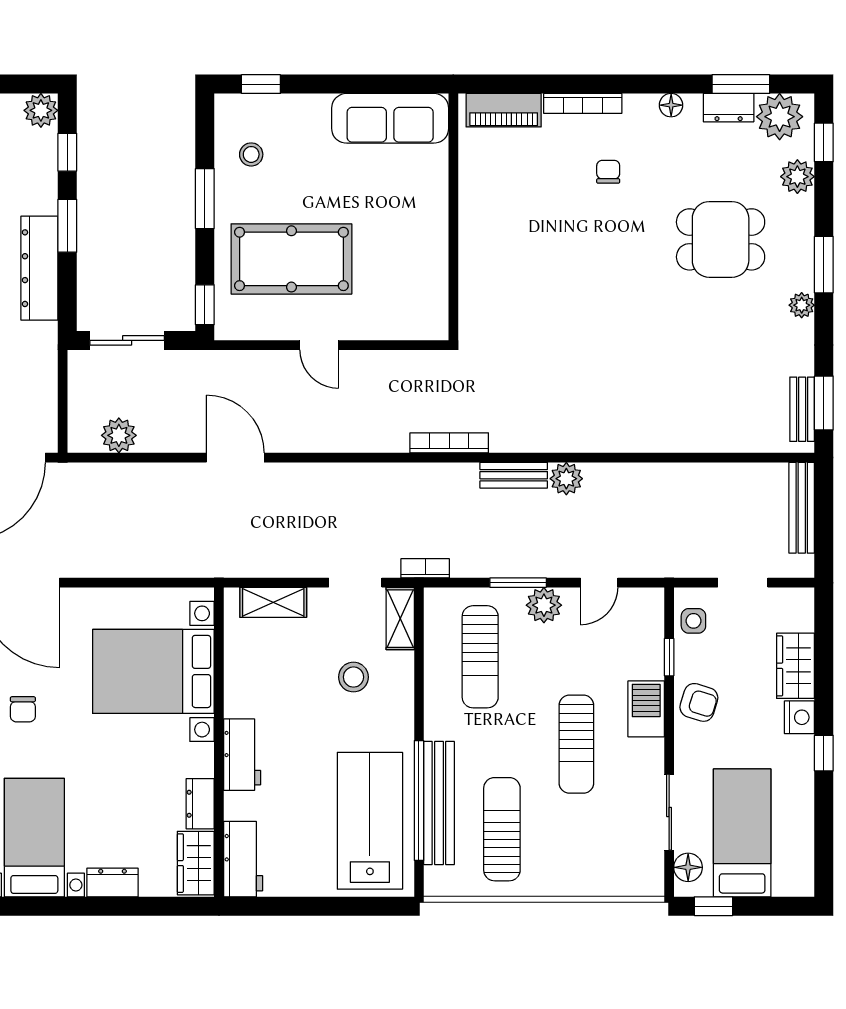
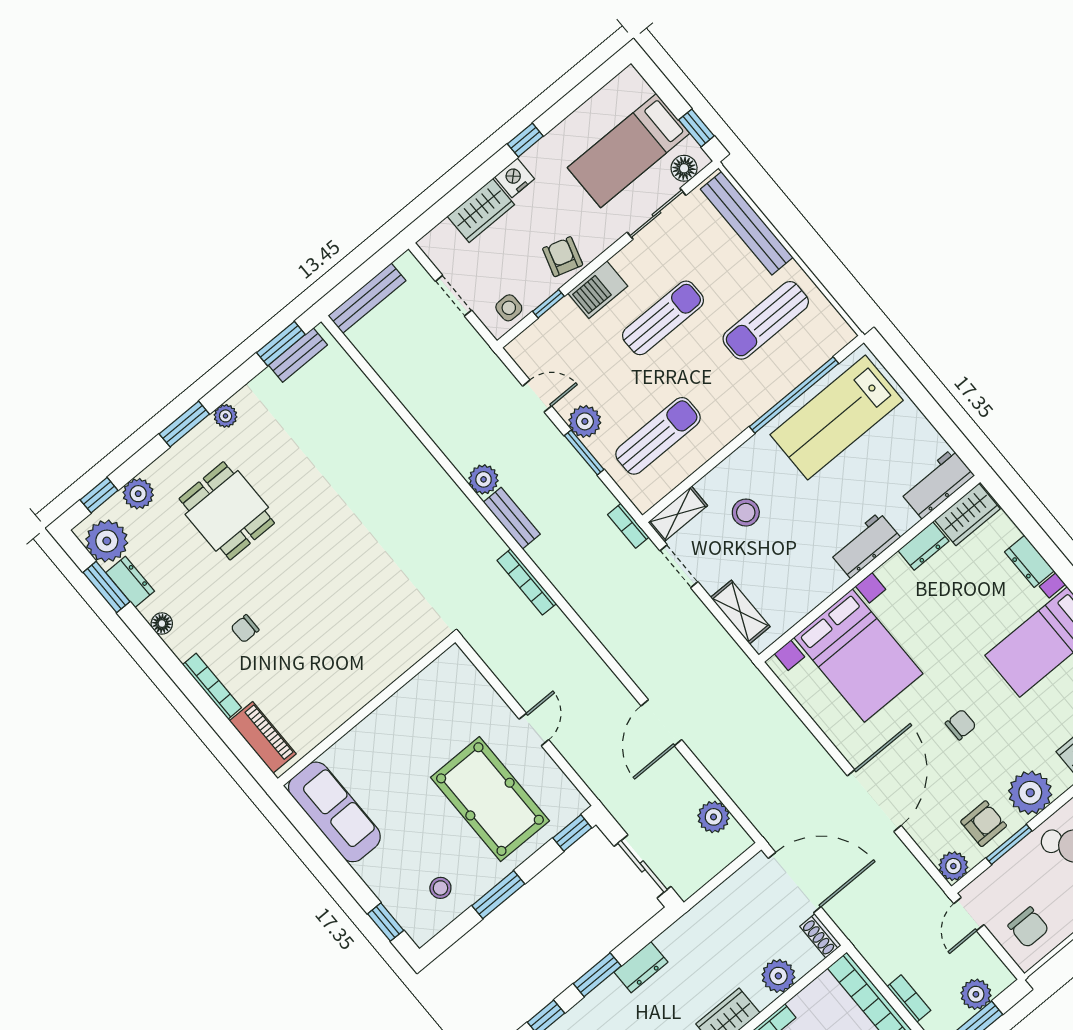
dresser: (39, 268) -> (641, 967), width x0.51, depth x0.80
bench: (439, 803) -> (747, 223), moved, turned 90

